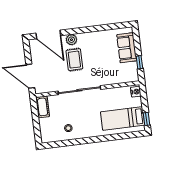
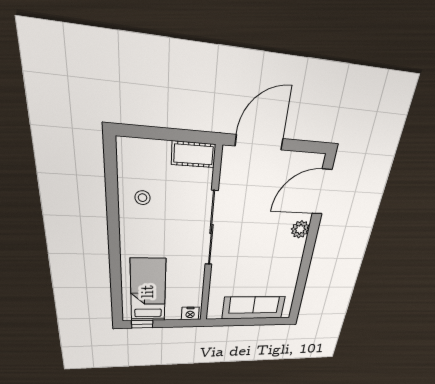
sofa: (127, 48) -> (254, 308), width x1.36
rug: (74, 60) -> (266, 229), removed
window: (139, 62) -> (235, 322), removed

